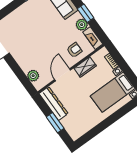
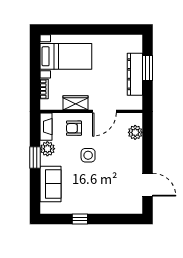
side table: (53, 39) -> (88, 155), added
dresser: (54, 103) -> (135, 74), moved

